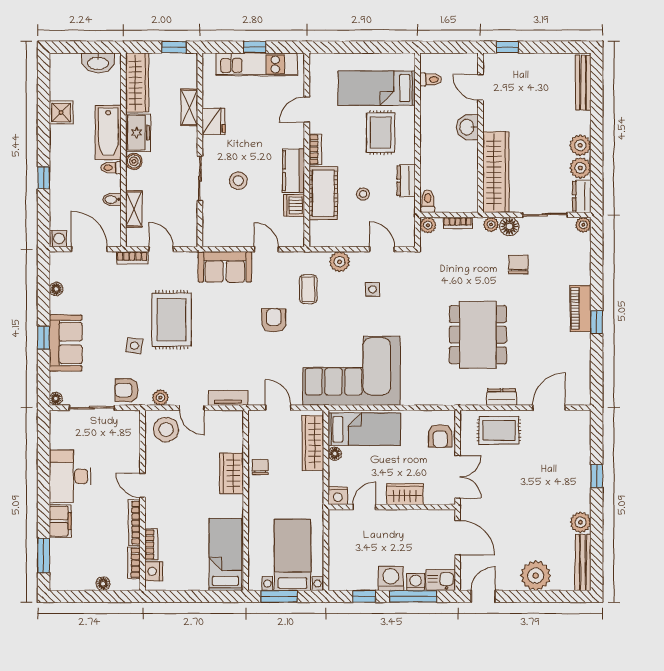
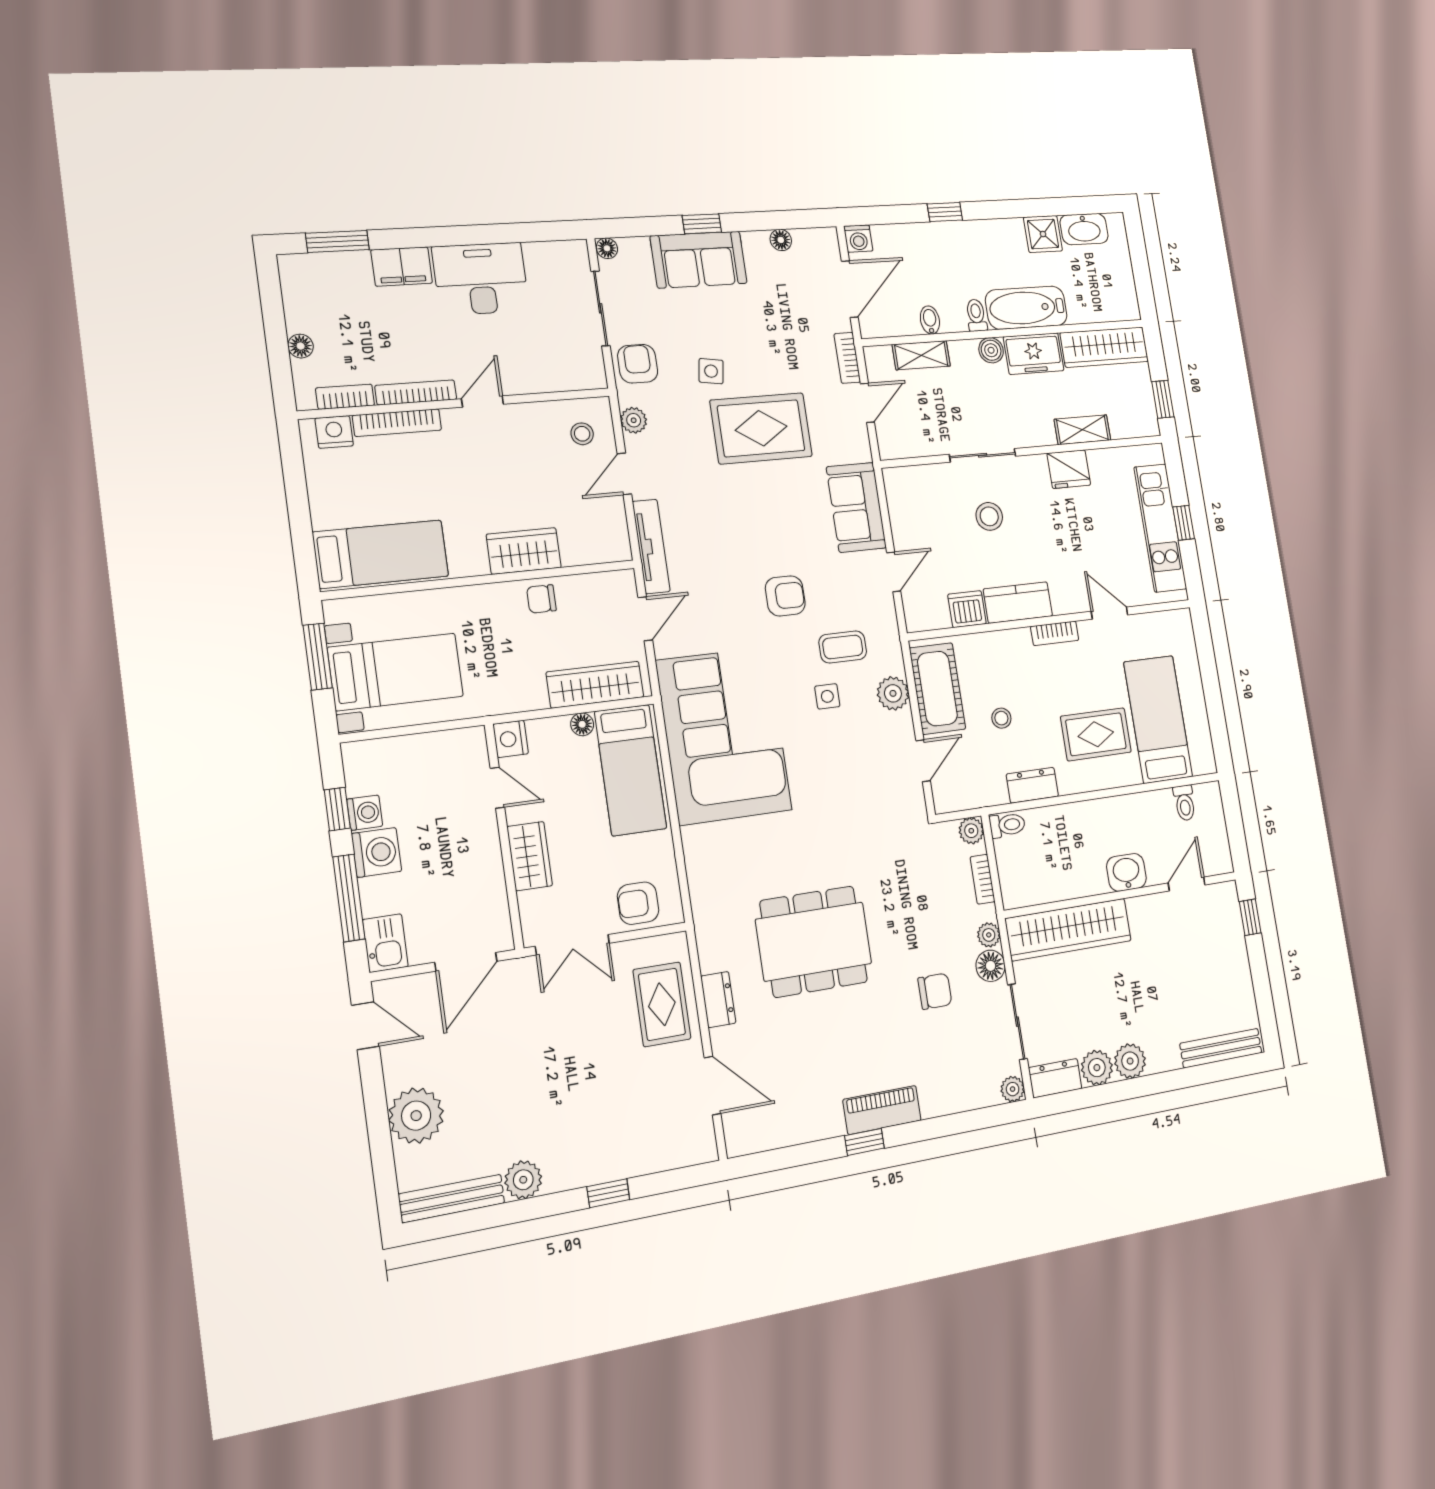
washbasin: (98, 63) -> (1084, 229), moved, turned -90
cot: (323, 193) -> (937, 689), moved, turned 90
side table: (373, 289) -> (827, 696), moved
tv unit: (228, 398) -> (651, 546), width x1.41
stool: (166, 430) -> (582, 434), width x0.53, depth x0.53
chair: (260, 467) -> (541, 599), turned 180
bookcase: (151, 545) -> (397, 423), width x1.56
washing machine: (416, 582) -> (365, 813), moved

